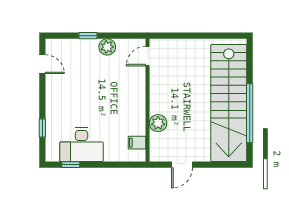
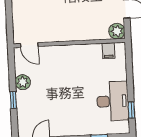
plant: (158, 123) -> (117, 31), moved

